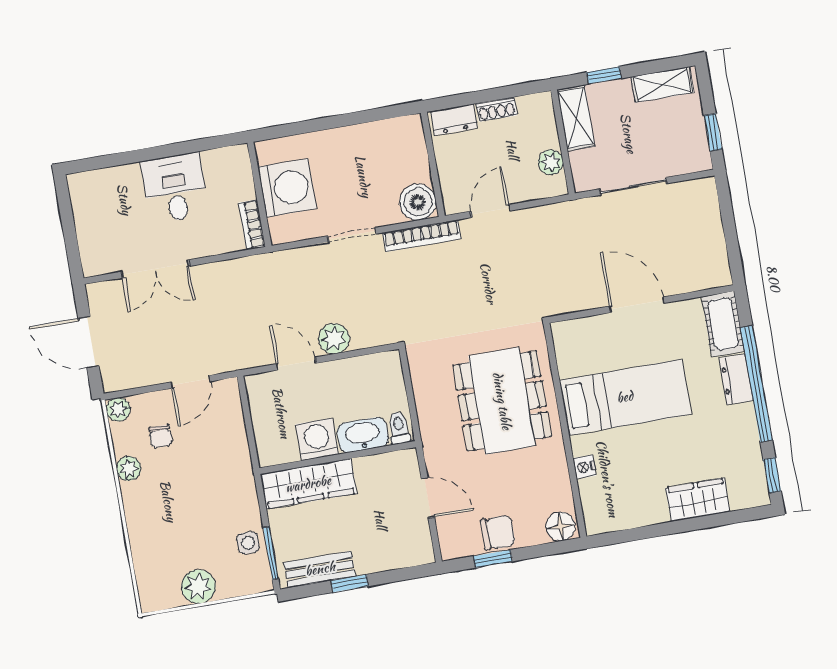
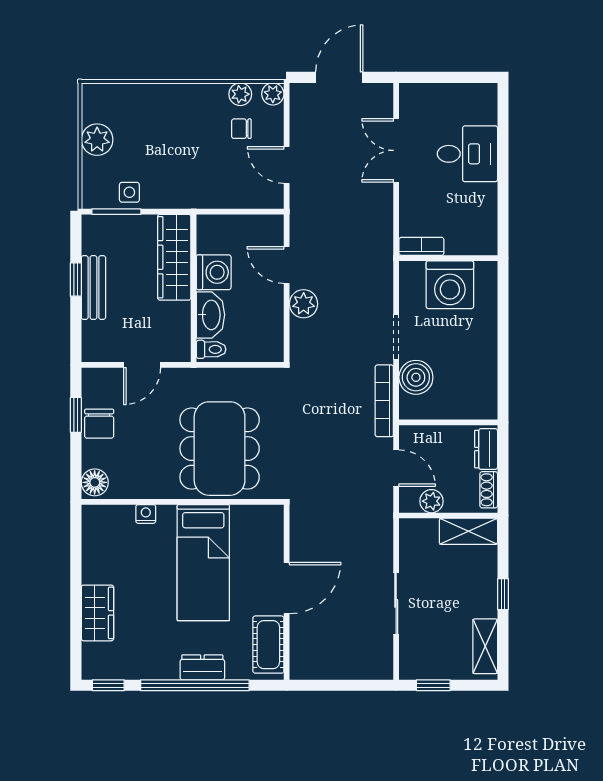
shelving: (576, 118) -> (468, 531), moved
wall: (563, 142) -> (448, 515), moved
plant: (551, 162) -> (431, 501), moved
desk: (175, 188) -> (467, 154), moved
boiler: (418, 202) -> (416, 377), moved
cot: (723, 324) -> (268, 645), moved, turned 90
door: (296, 364) -> (287, 265), swing flipped
dining table: (502, 401) -> (220, 449), turned 90
plant: (129, 468) -> (240, 94), moved
bench: (320, 569) -> (93, 288), moved

